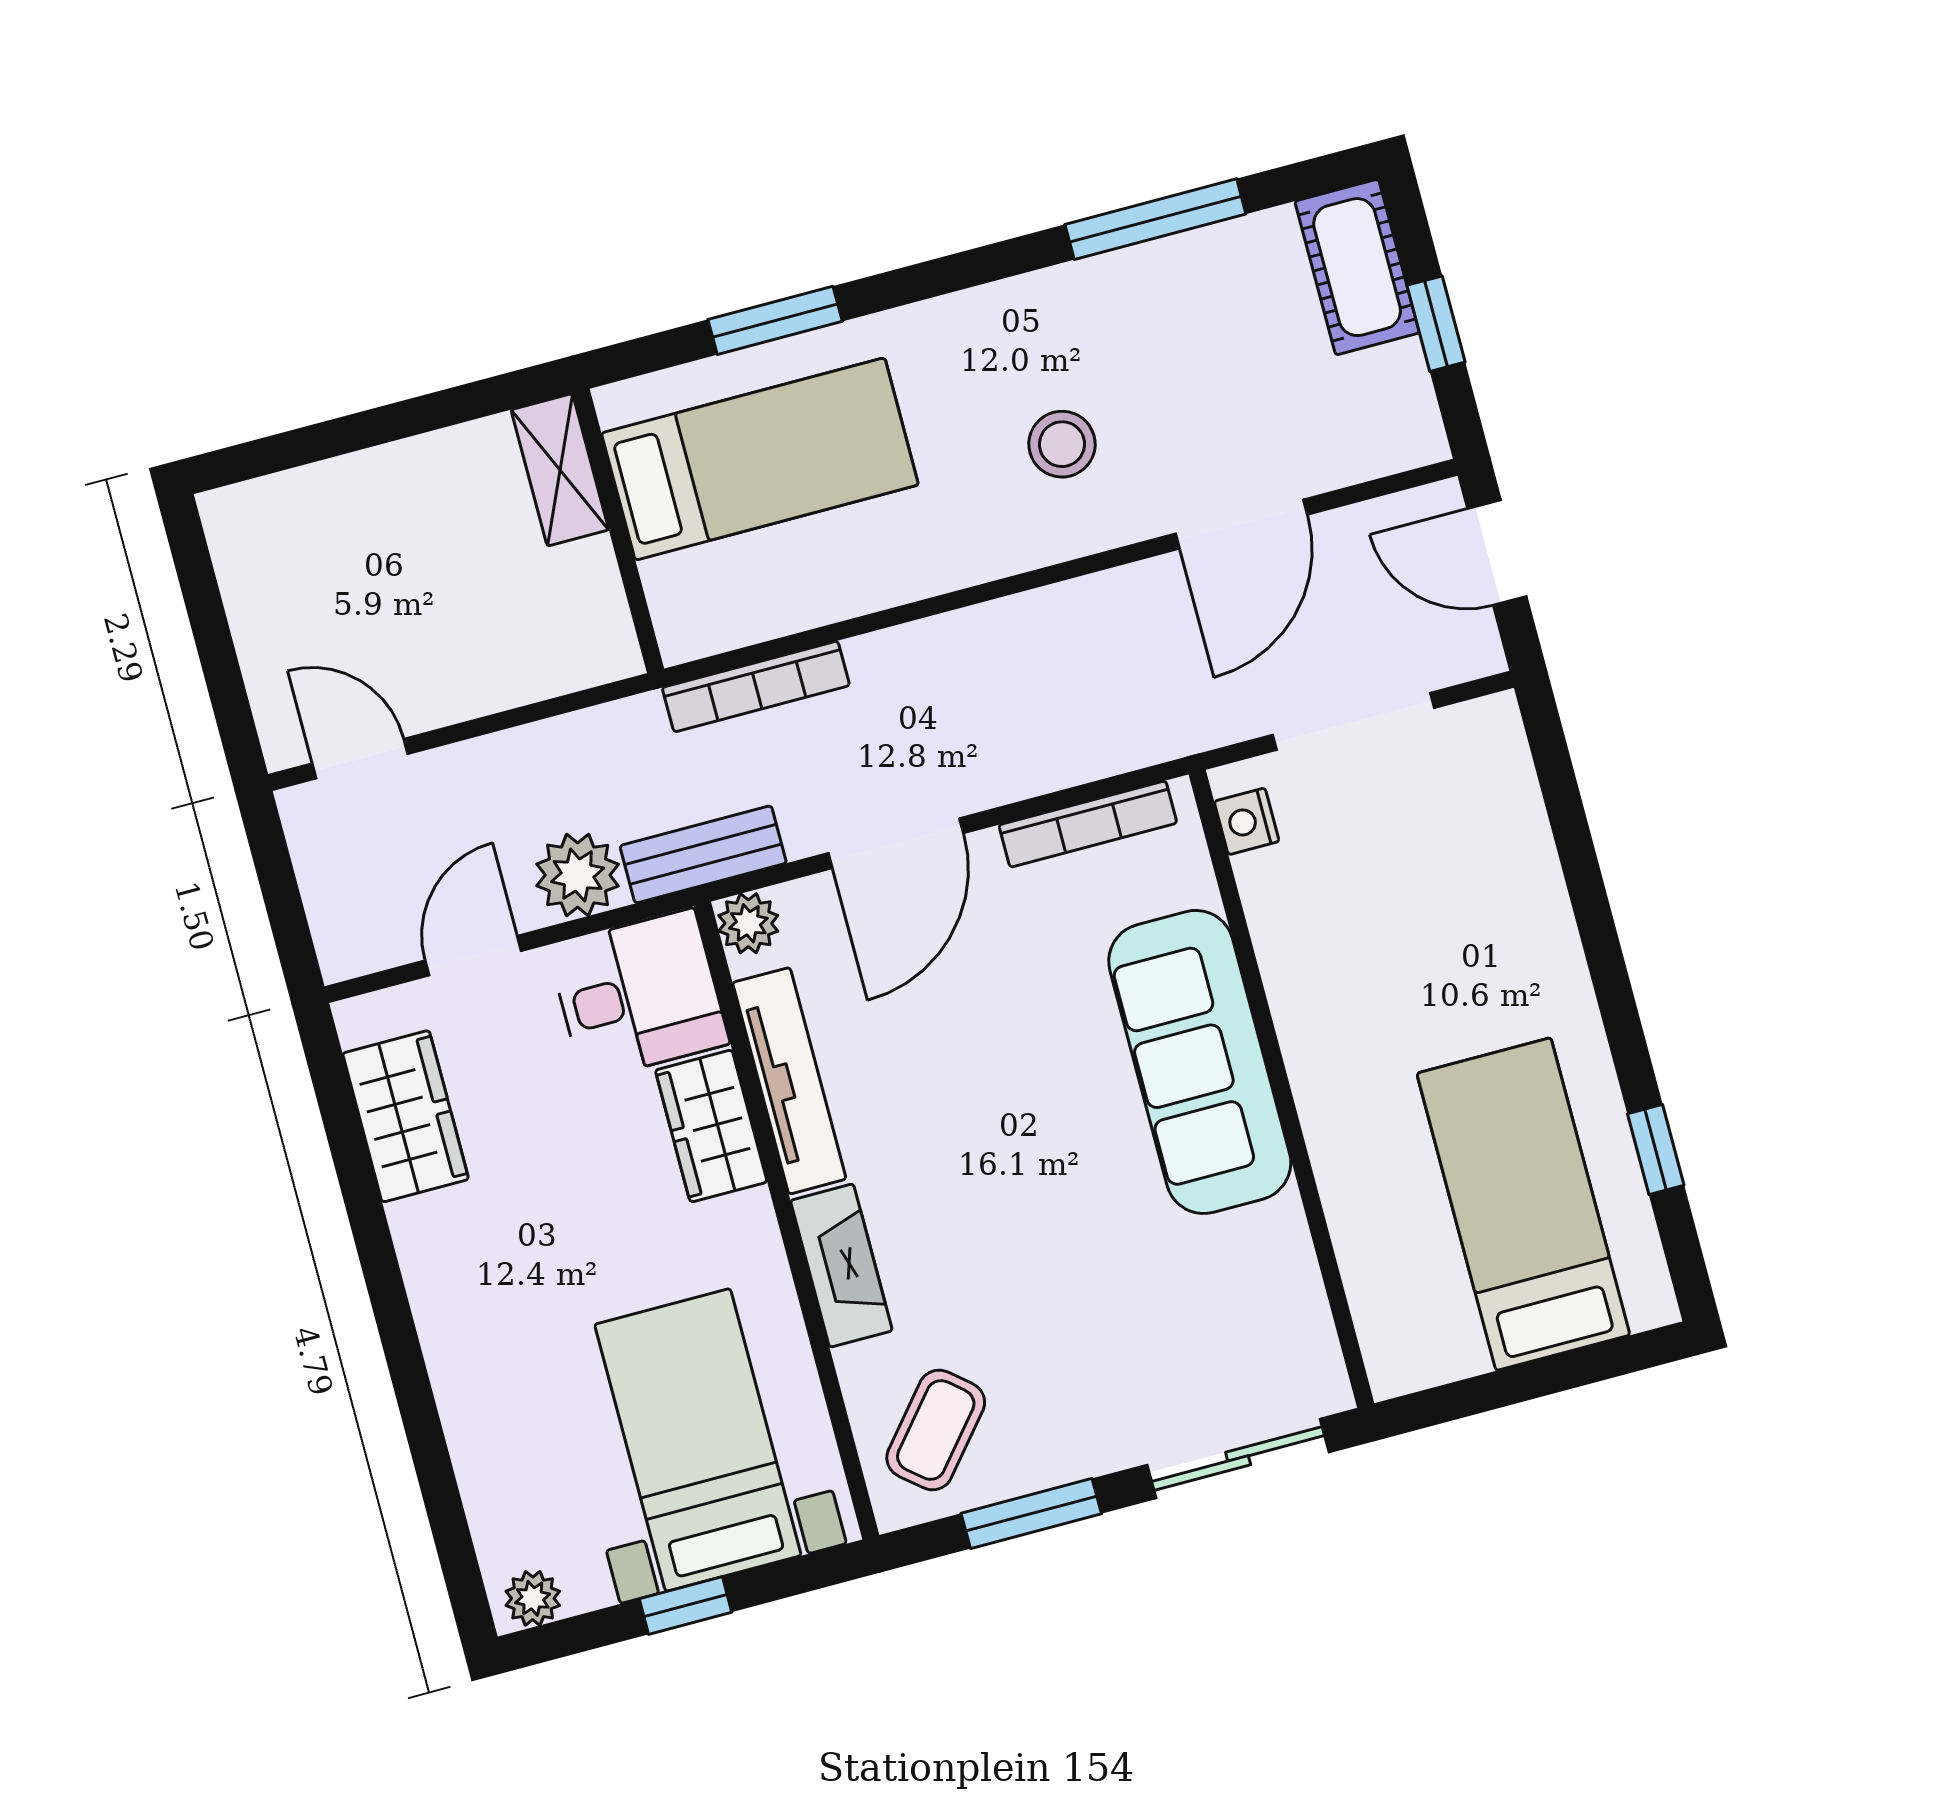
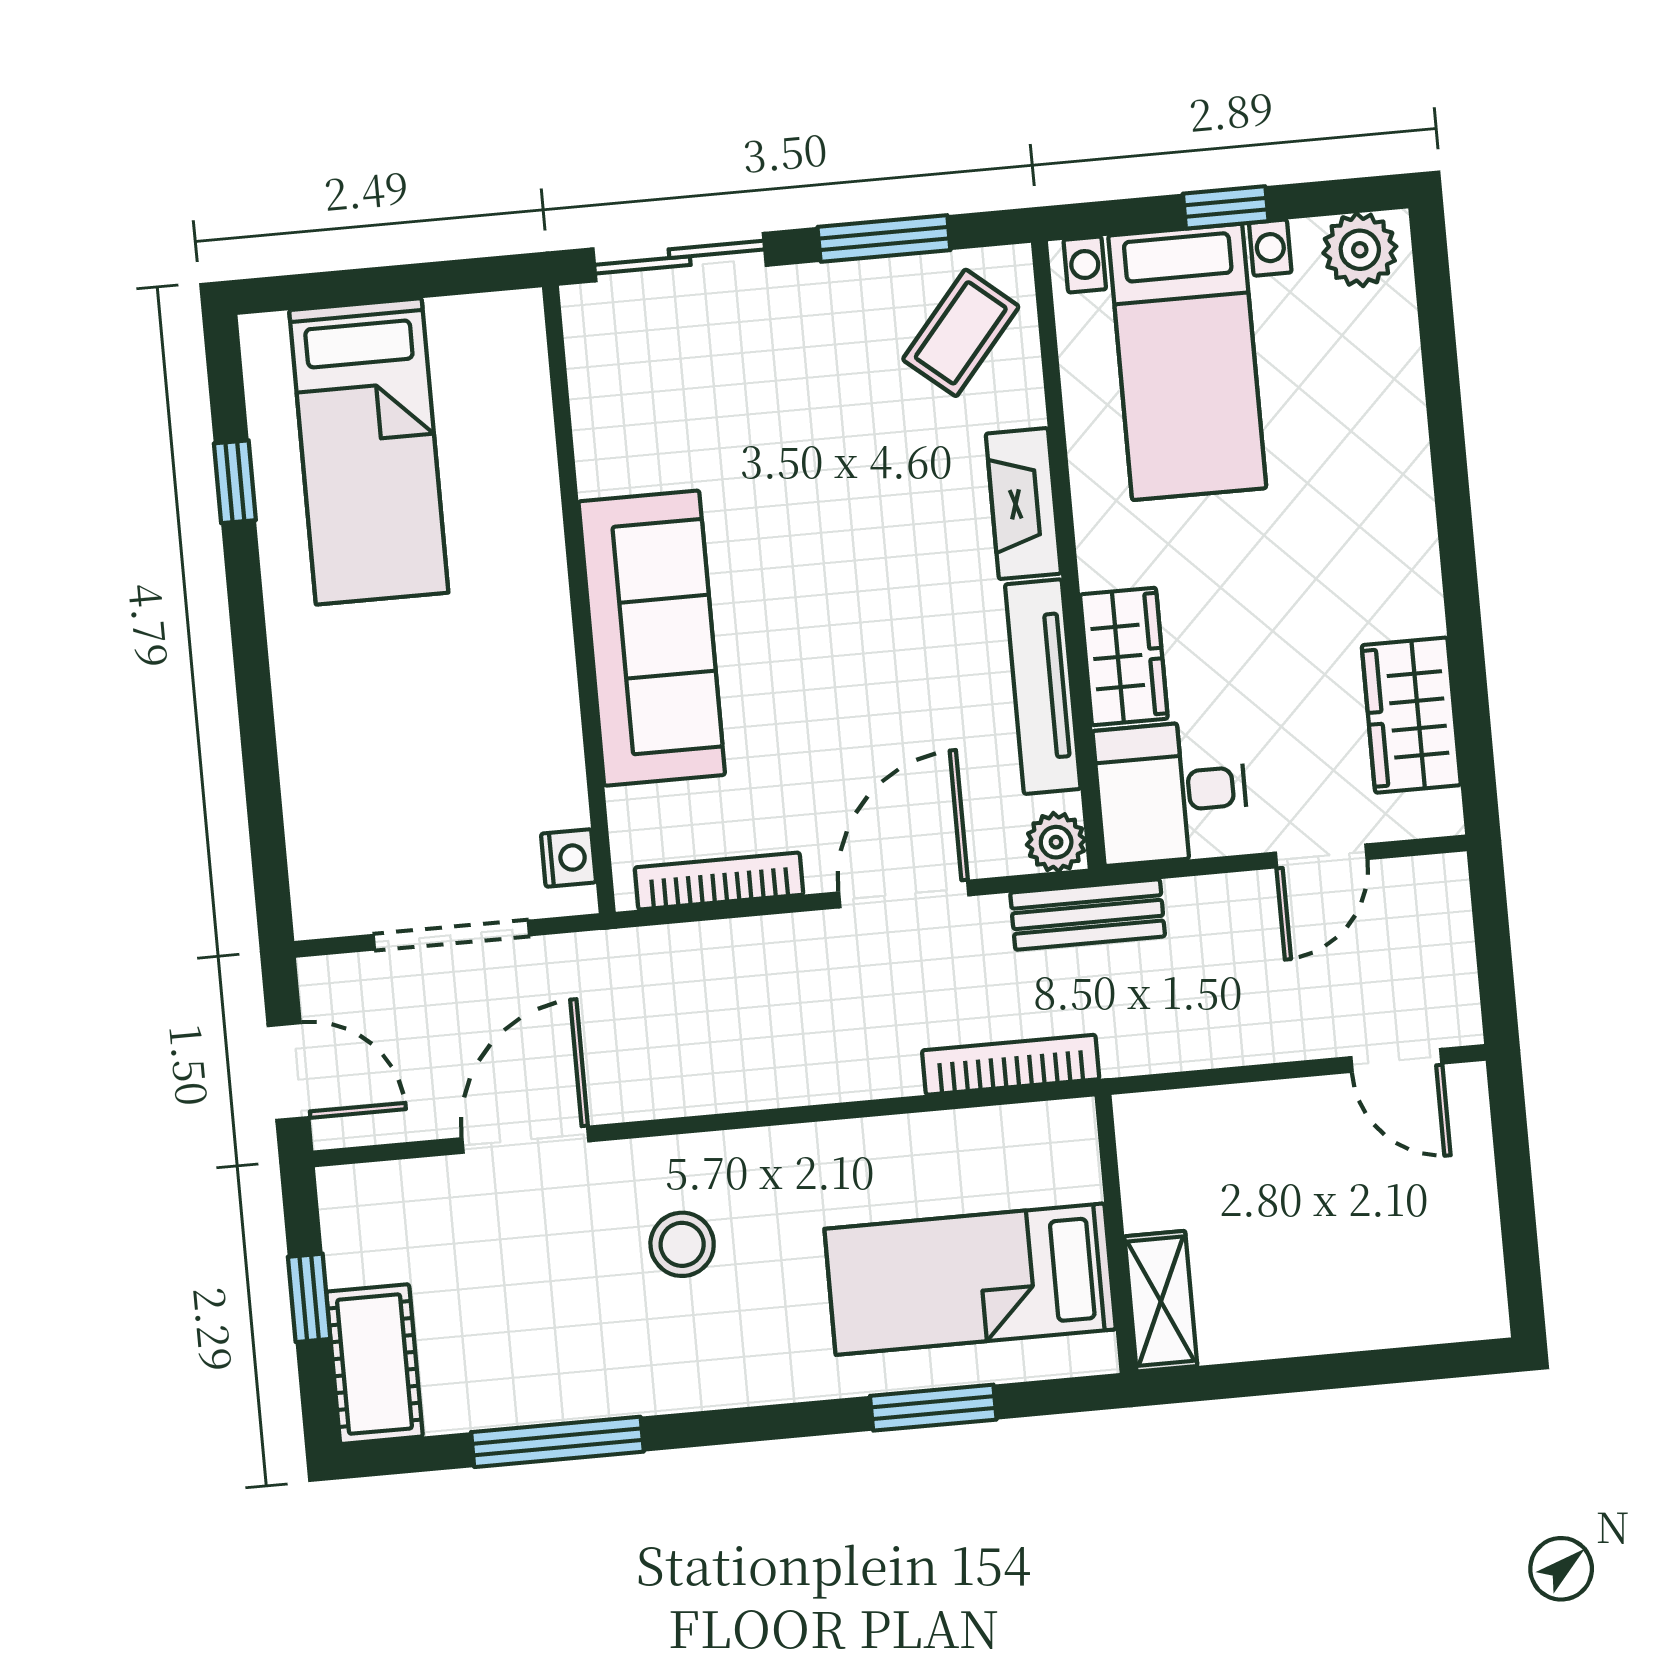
plant: (578, 875) -> (1210, 915), removed
plant: (533, 1598) -> (1360, 250), width x1.38, depth x1.38

